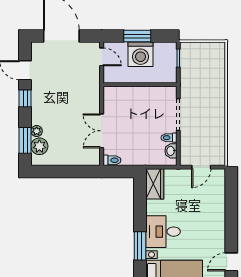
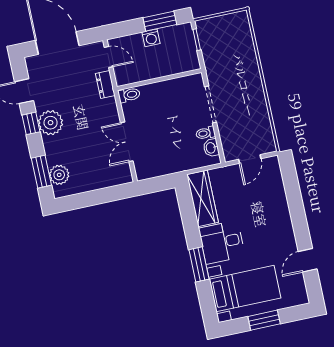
window: (137, 36) -> (160, 21), moved
washing machine: (141, 54) -> (151, 38), width x0.53, depth x0.53
dresser: (94, 79) -> (105, 84), added
plant: (37, 131) -> (51, 123), moved, width x1.87, depth x1.87
toilet: (112, 160) -> (129, 95), moved
wardrobe: (155, 184) -> (202, 198), width x1.50

